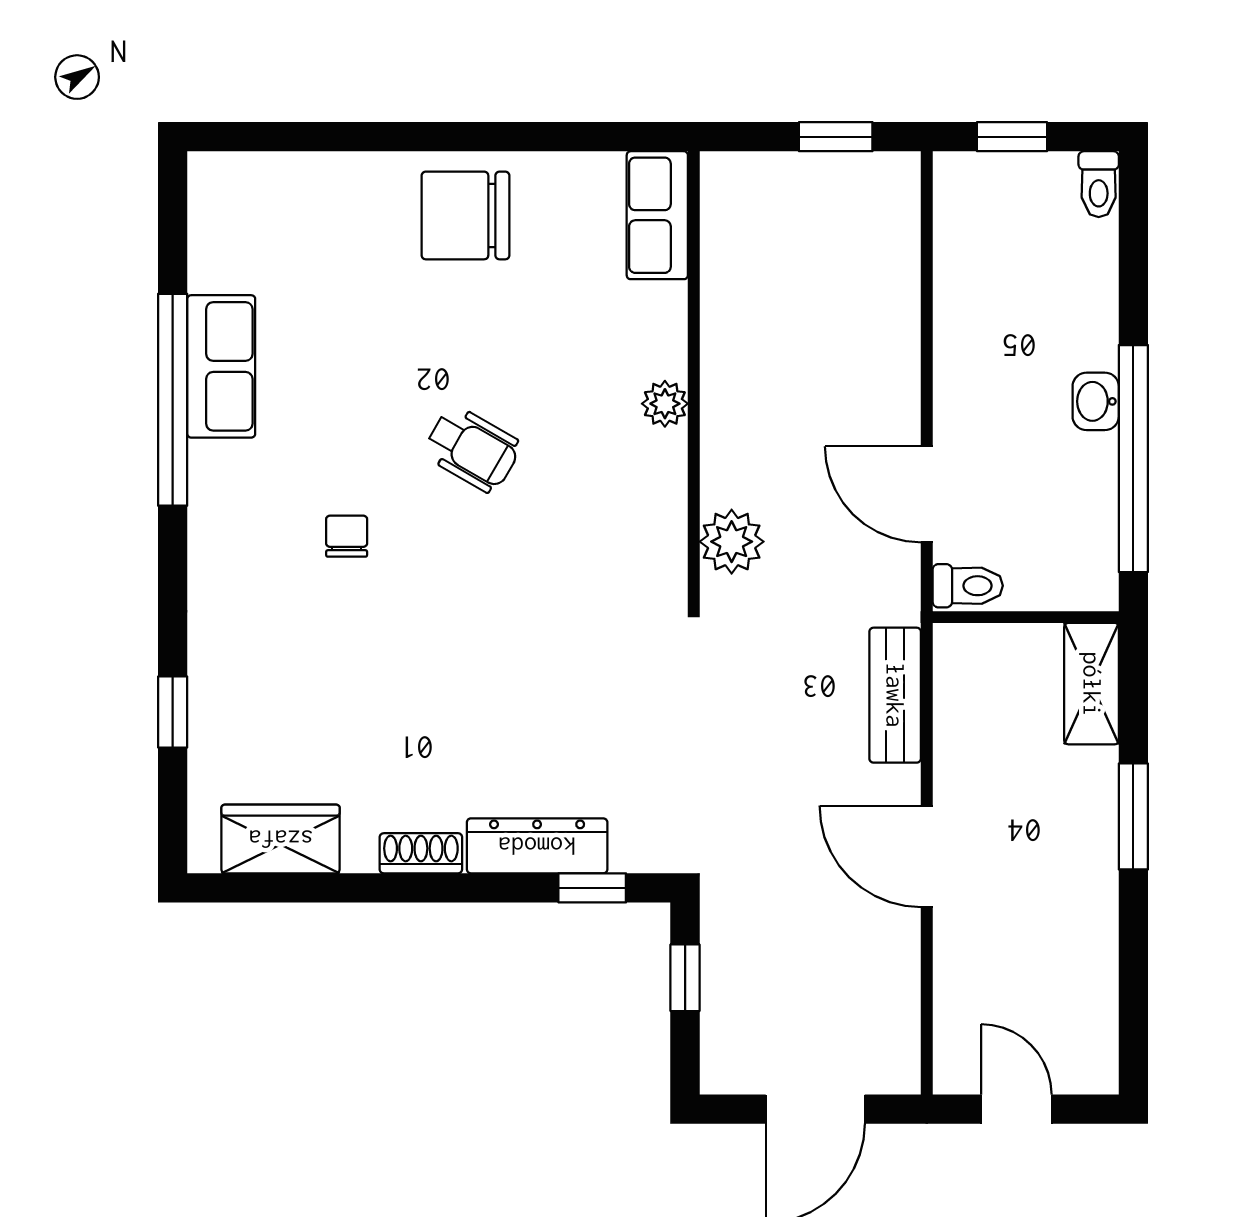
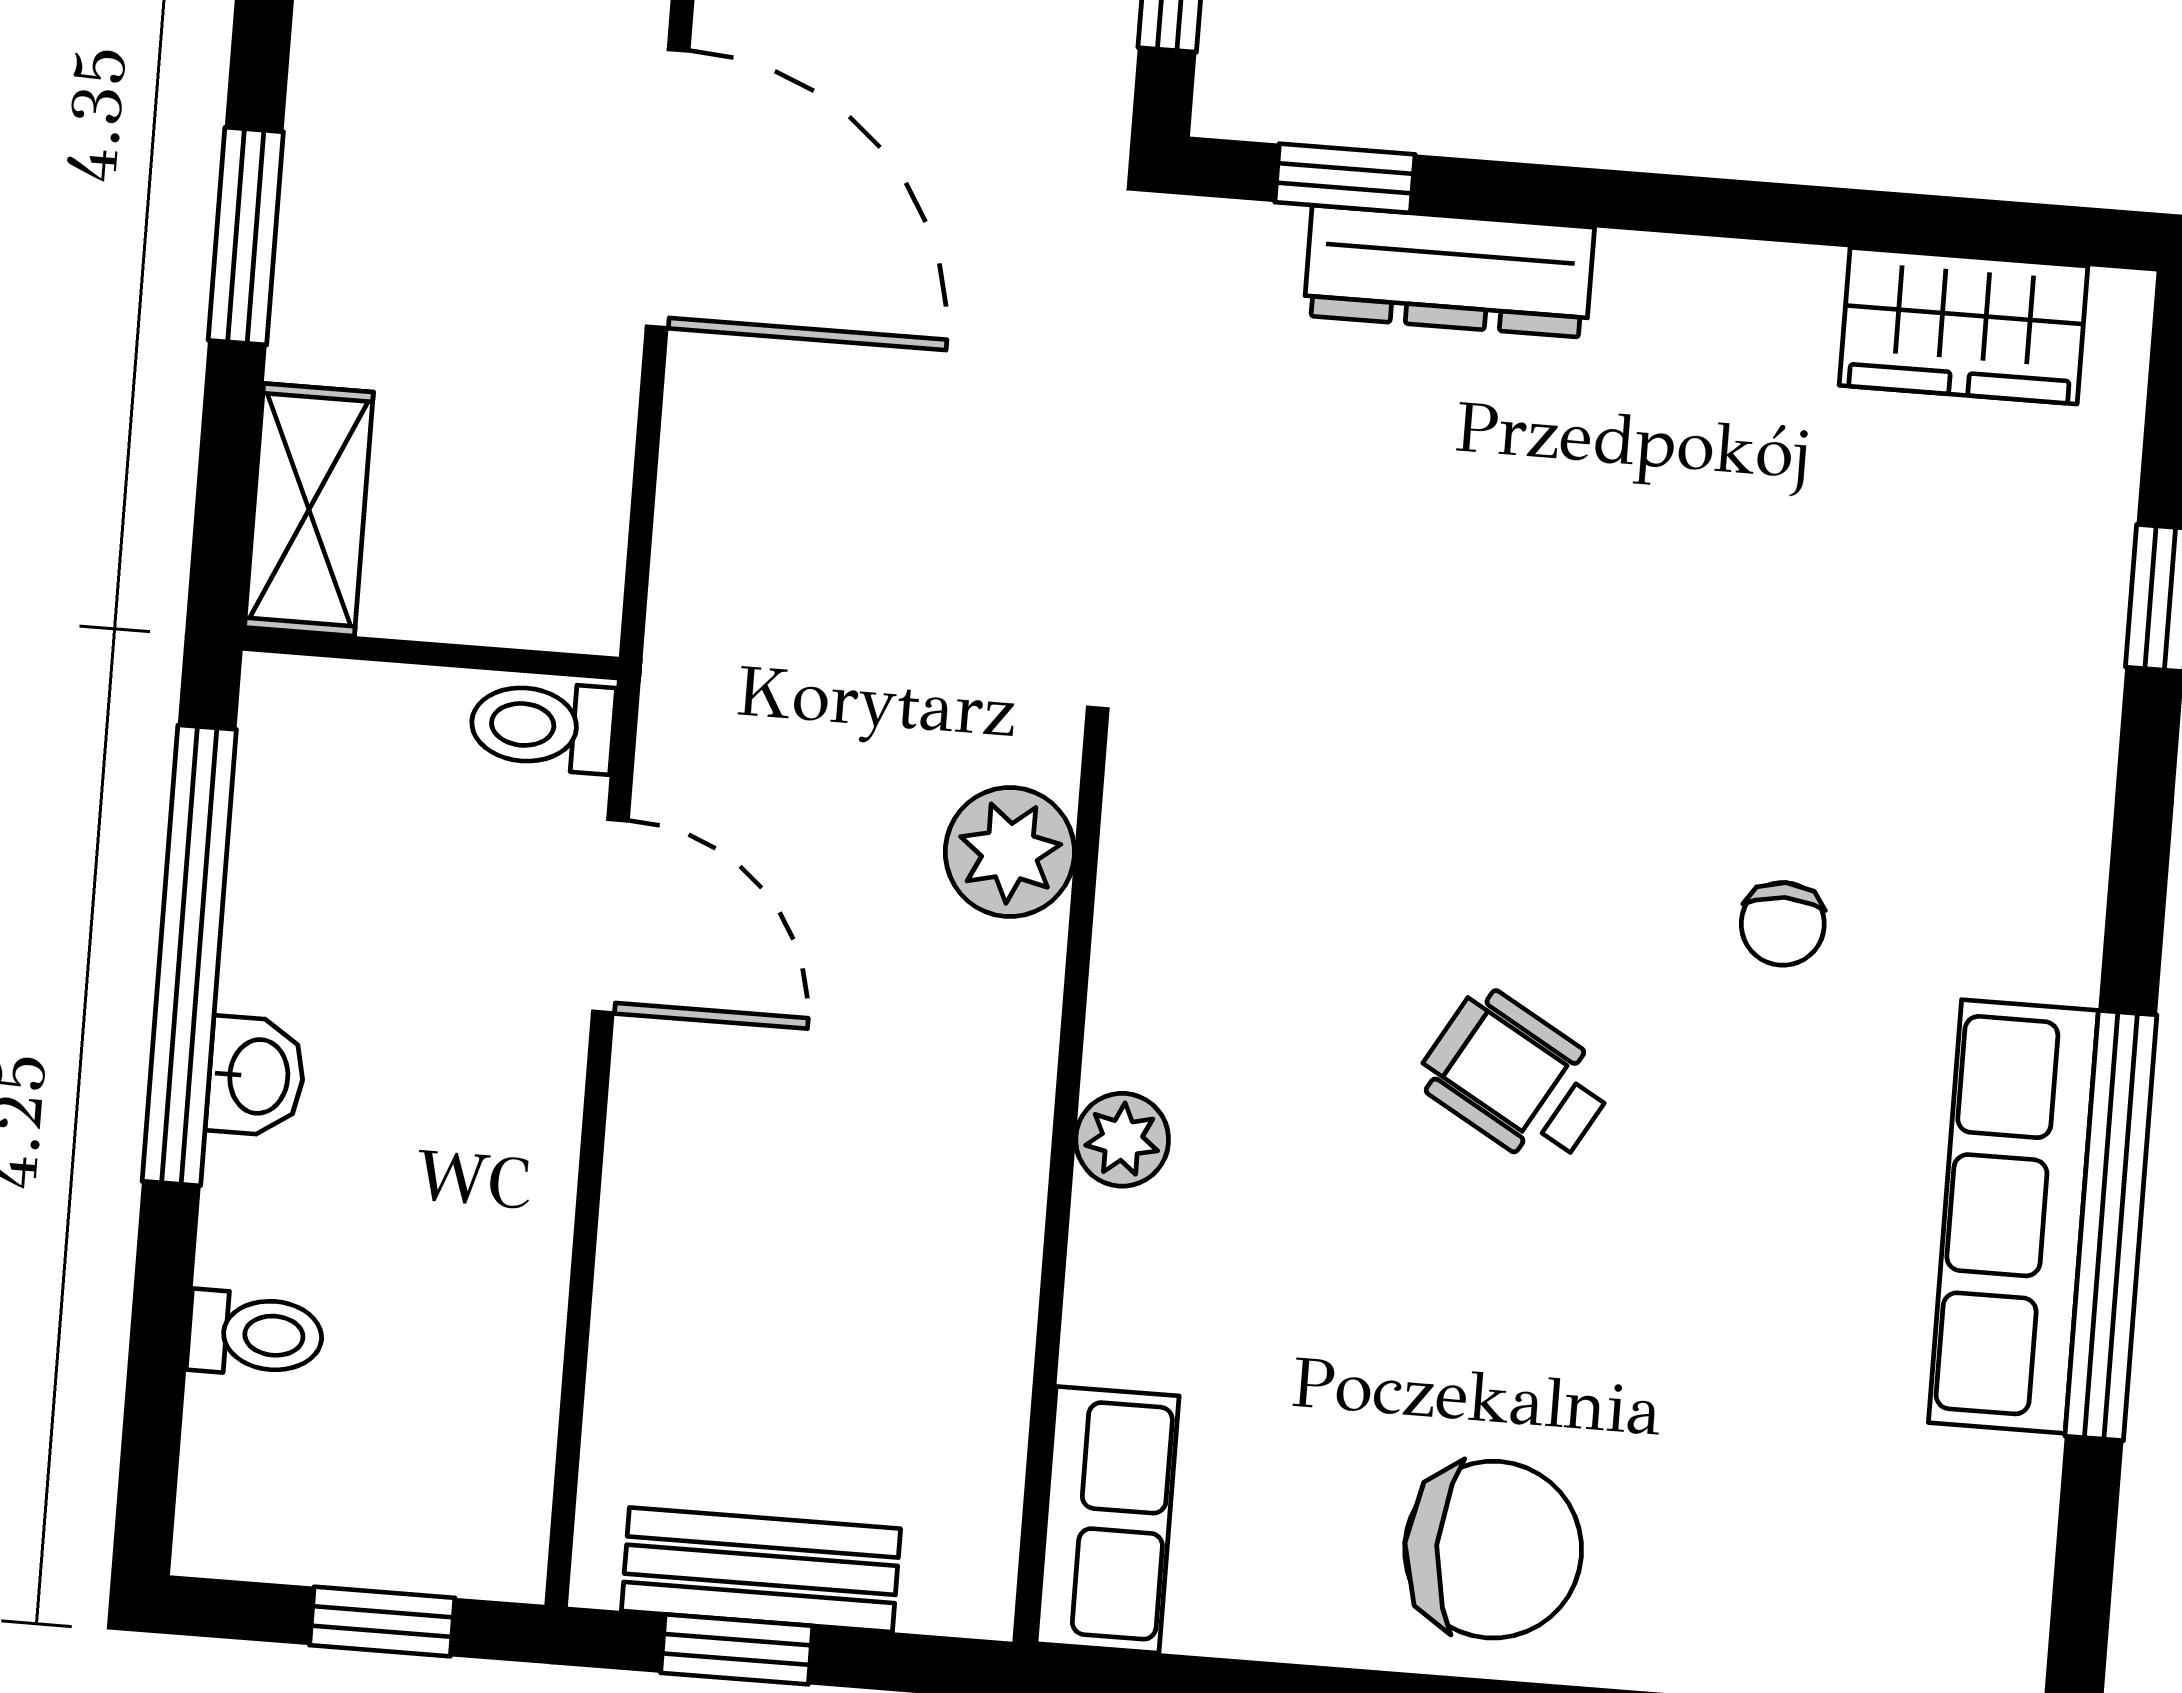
toilet: (1099, 184) -> (255, 1334), moved, turned 90
row of seats: (221, 366) -> (2013, 1216), width x1.48
bench: (895, 695) -> (761, 1570), moved, turned 90
shoe rack: (421, 853) -> (1684, 275), removed
door: (927, 856) -> (668, 189), width x1.36

